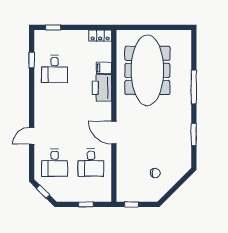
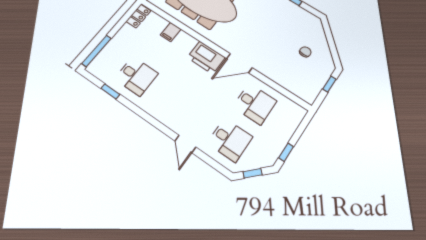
window: (53, 27) -> (97, 51), width x2.17
printer: (102, 88) -> (206, 58), moved
window: (86, 204) -> (286, 152), moved
window: (131, 204) -> (329, 84), moved

